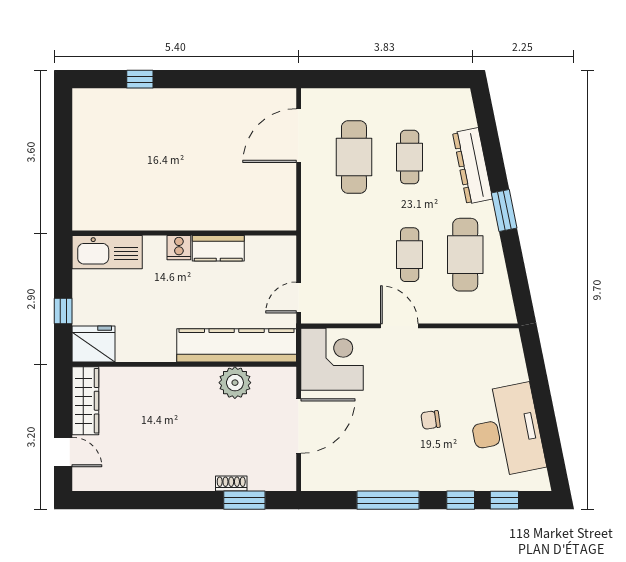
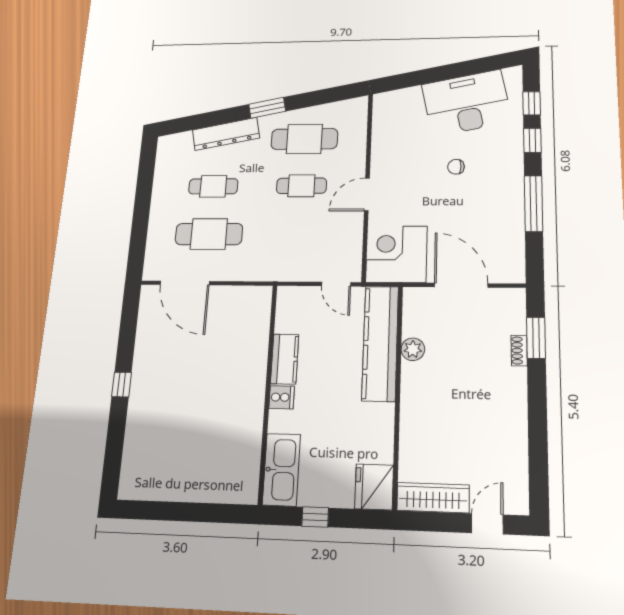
window: (140, 79) -> (121, 385), moved
window: (63, 311) -> (315, 517), moved
plant: (235, 383) -> (413, 349), width x0.73, depth x0.73
chair: (431, 420) -> (456, 167), turned 98

